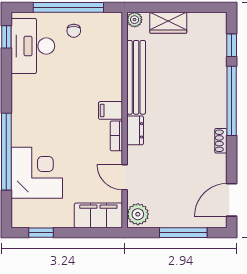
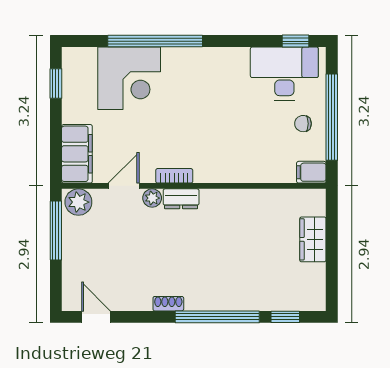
plant: (135, 20) -> (152, 198), moved
bench: (136, 77) -> (246, 200), removed
filing cabinet: (110, 110) -> (311, 172), moved, turned -90
door: (232, 200) -> (96, 317), width x0.73
window: (183, 233) -> (56, 230), moved

